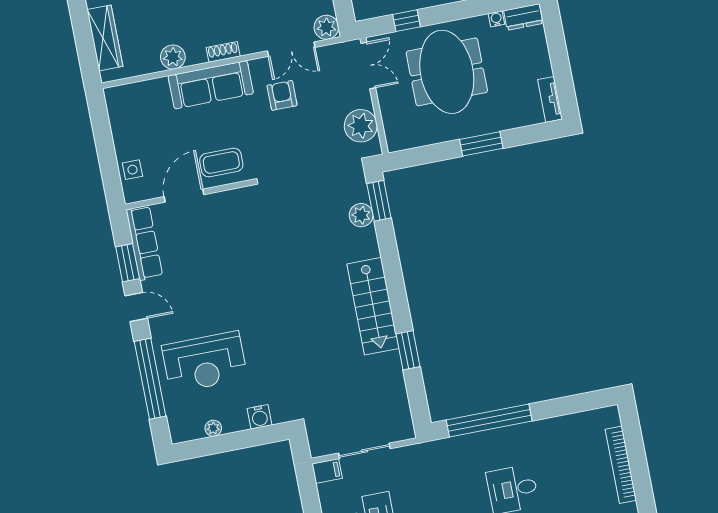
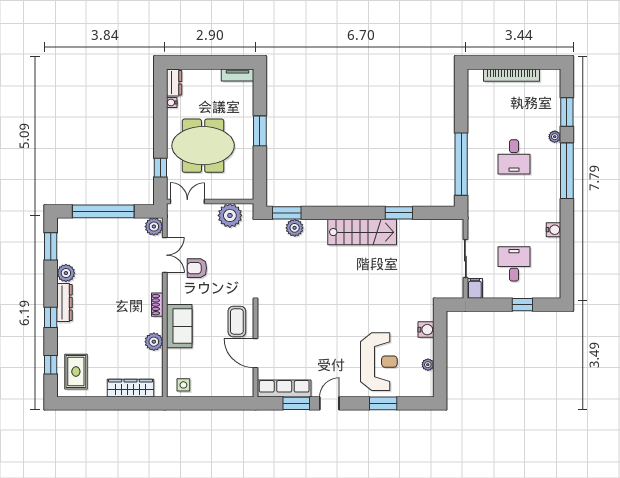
sofa: (211, 85) -> (179, 326), width x0.73
side table: (132, 170) -> (183, 385), moved
window: (150, 379) -> (383, 403), width x0.47

